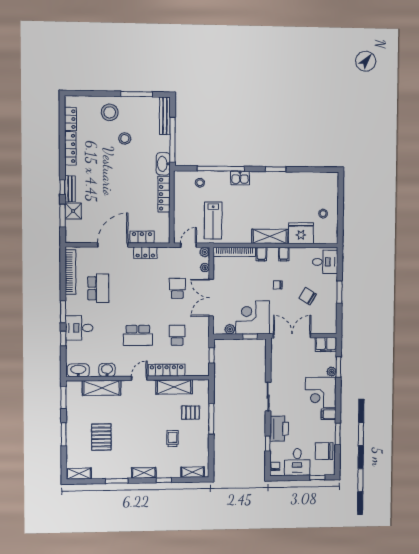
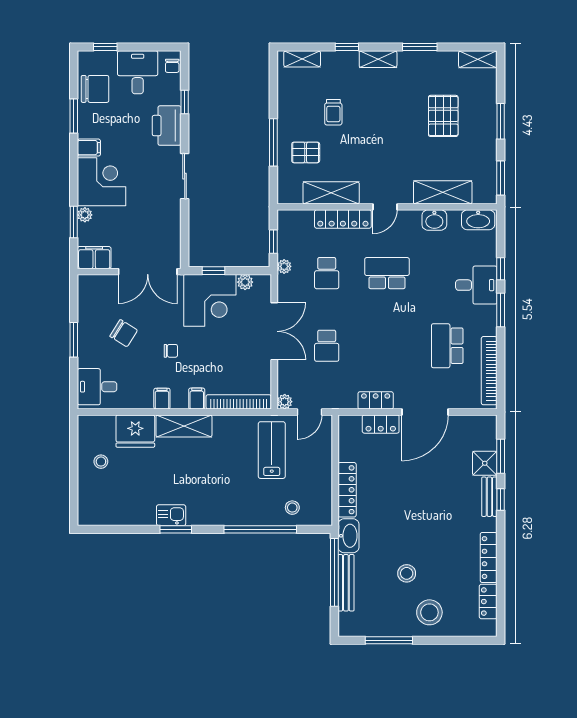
bench: (165, 116) -> (346, 583), moved
kitchen sink: (240, 178) -> (171, 515), moved
plant: (205, 268) -> (284, 266), moved

